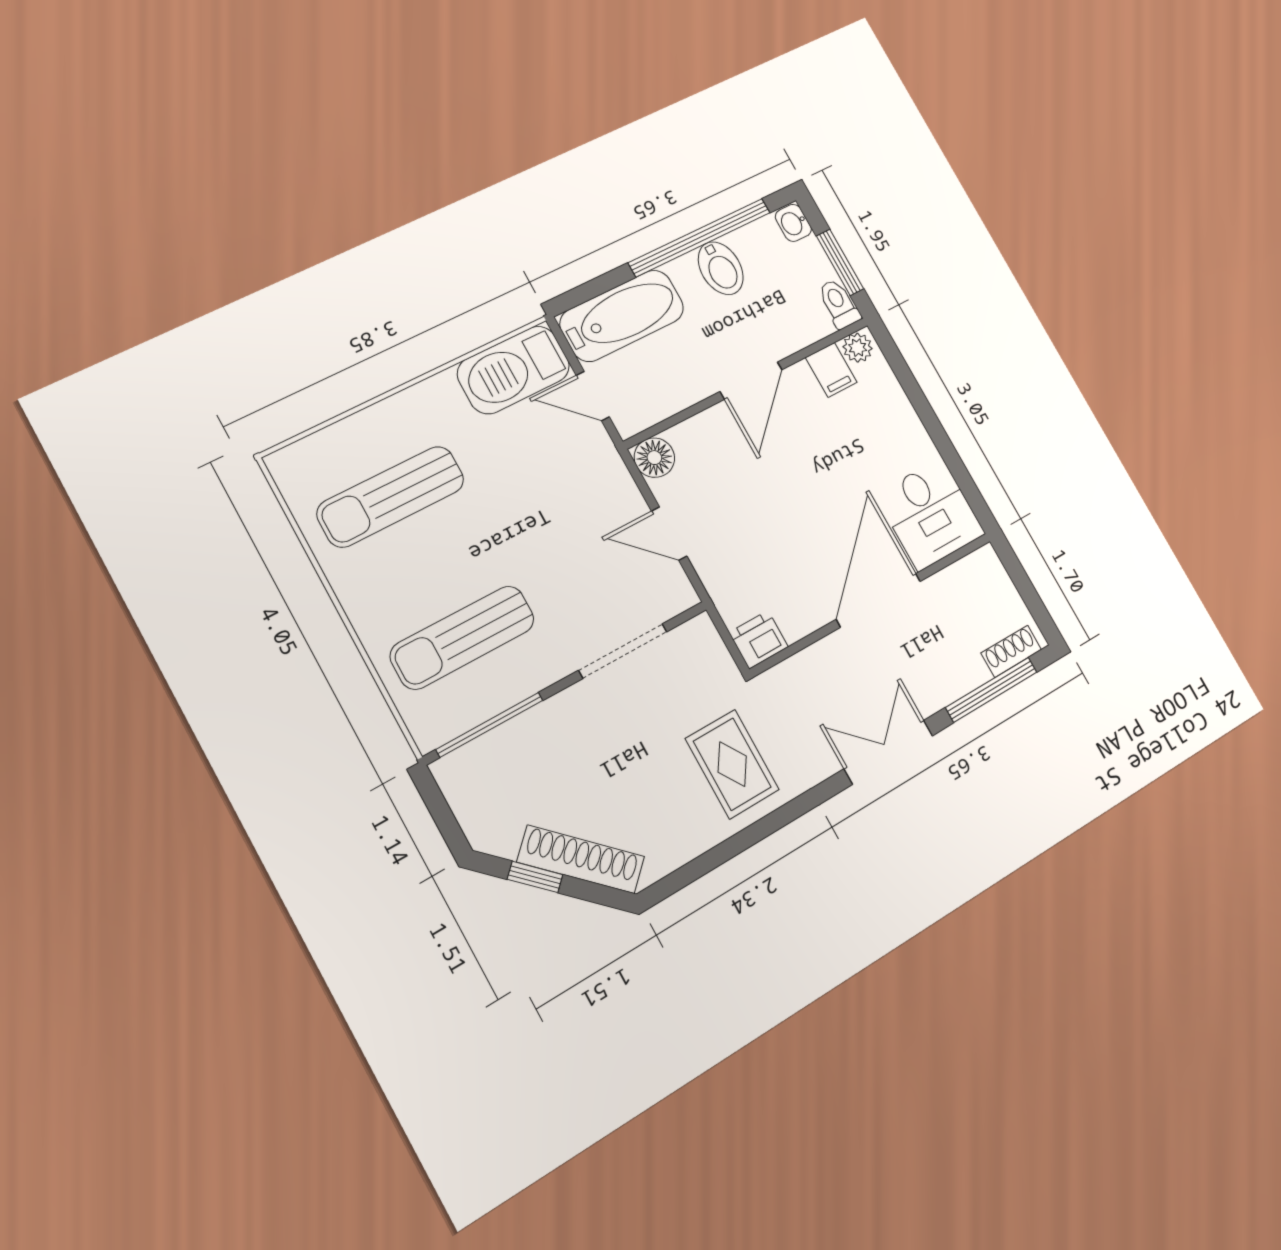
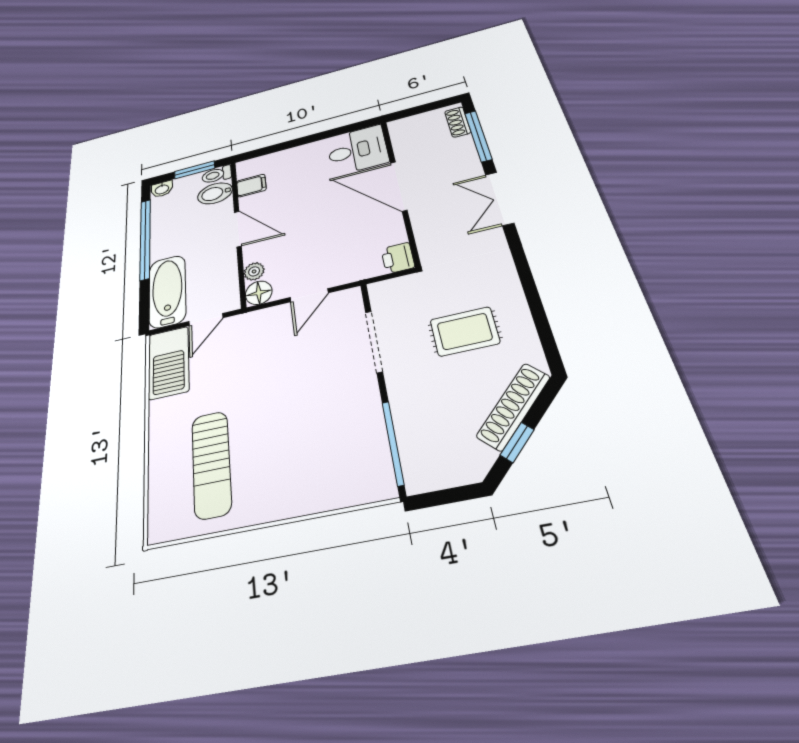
bidet: (721, 268) -> (215, 193), moved, turned 180
plant: (858, 348) -> (254, 271), moved
sun lounger: (463, 637) -> (325, 444), removed
rug: (732, 764) -> (465, 331), moved

